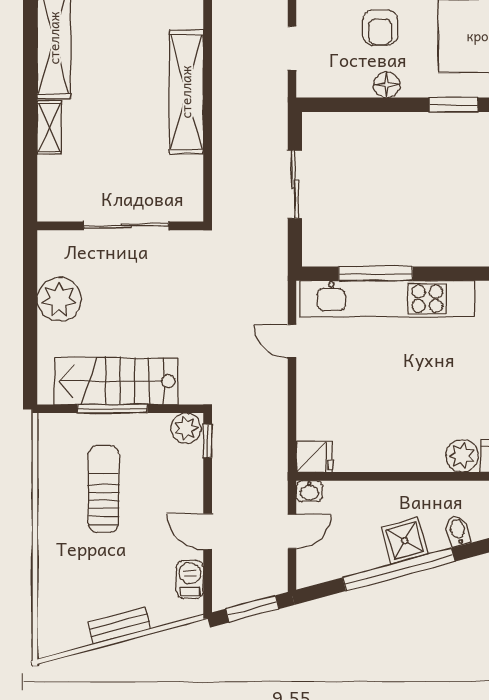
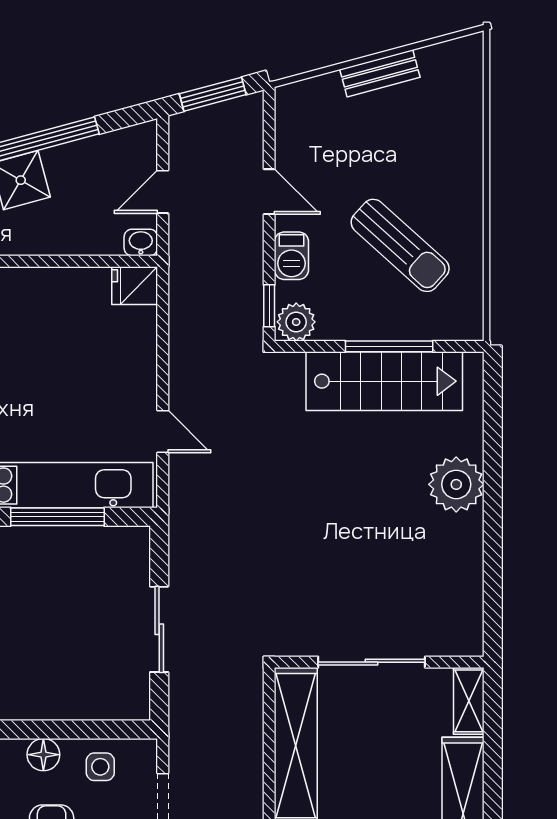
side table: (342, 75) -> (100, 767), added
wall: (120, 226) -> (379, 662), moved
sliding door: (126, 226) -> (372, 662), moved
sun lounger: (104, 489) -> (400, 245), turned -48
barbecue: (190, 579) -> (291, 256), moved

